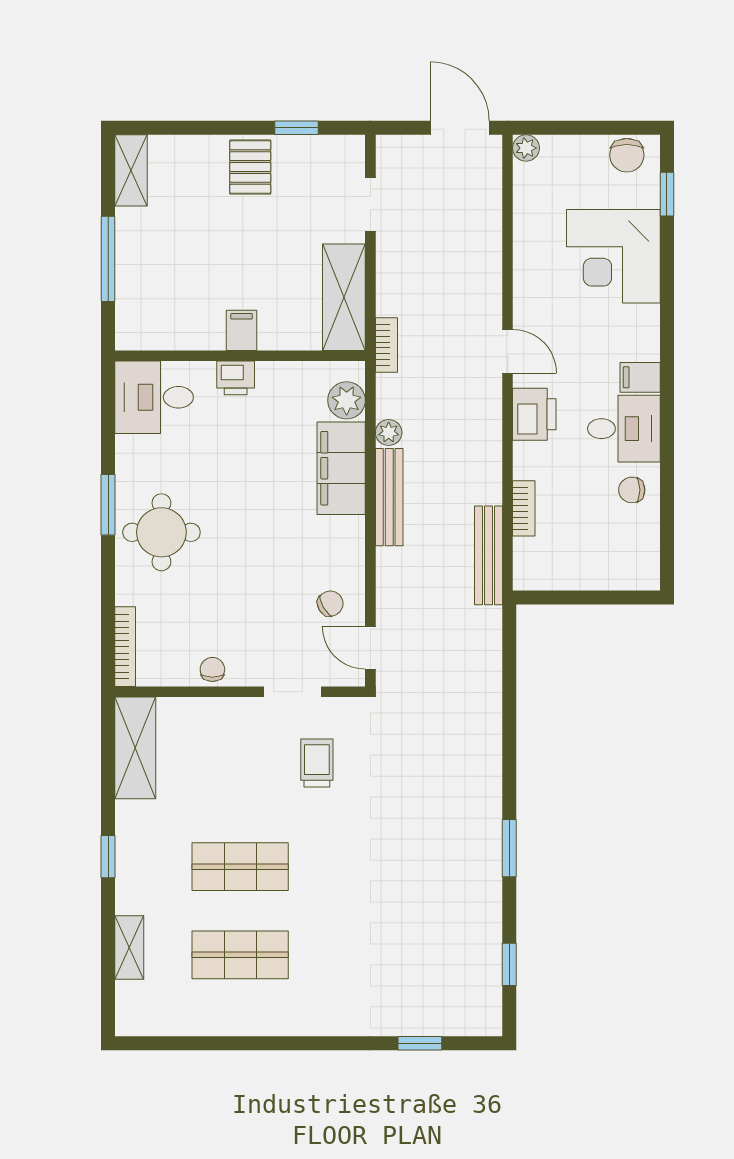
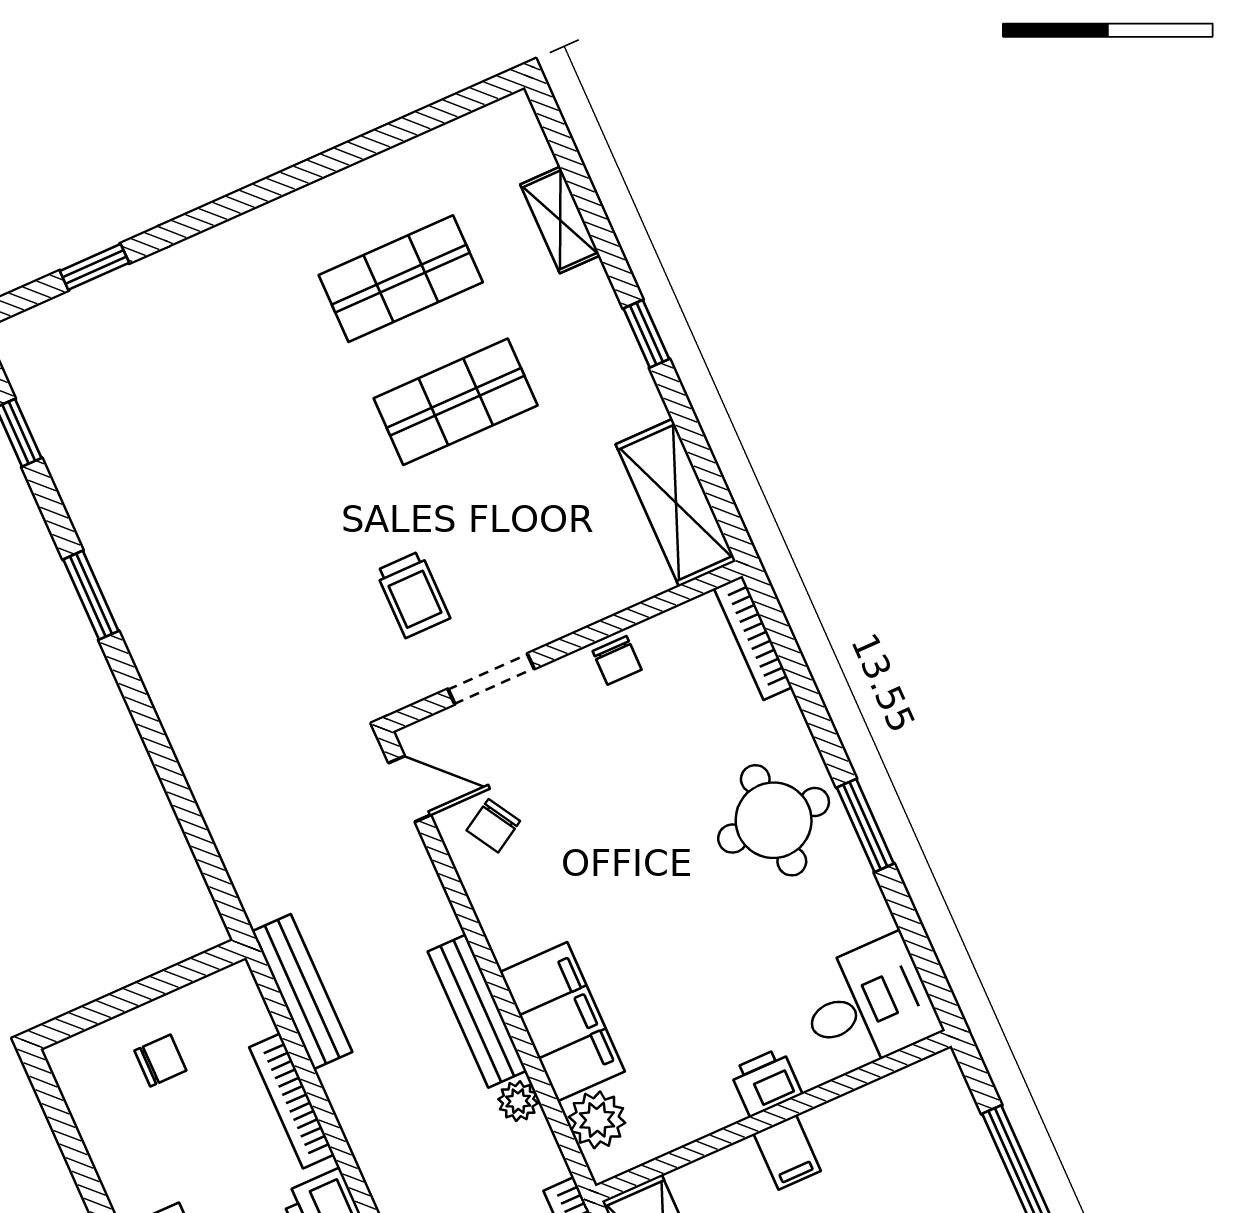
chair: (632, 490) -> (160, 1061), moved
bookcase: (524, 508) -> (292, 1101), width x1.56

